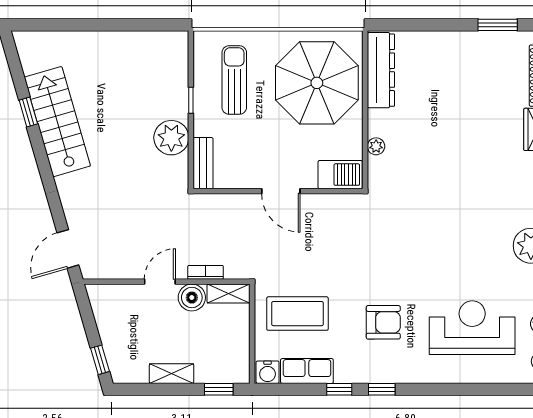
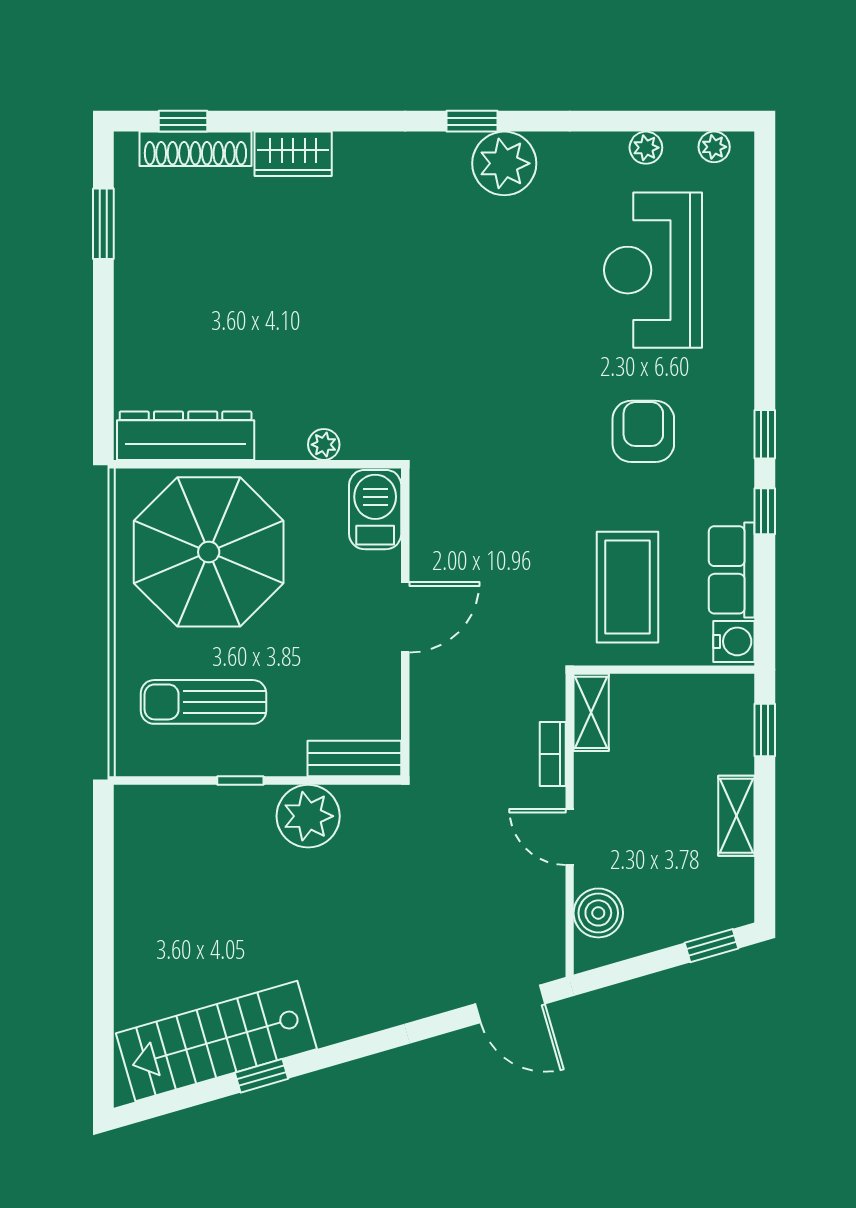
stairs: (57, 122) -> (216, 1041), moved
boiler: (192, 298) -> (598, 913), moved

